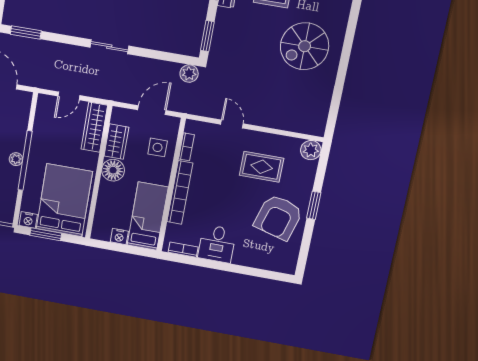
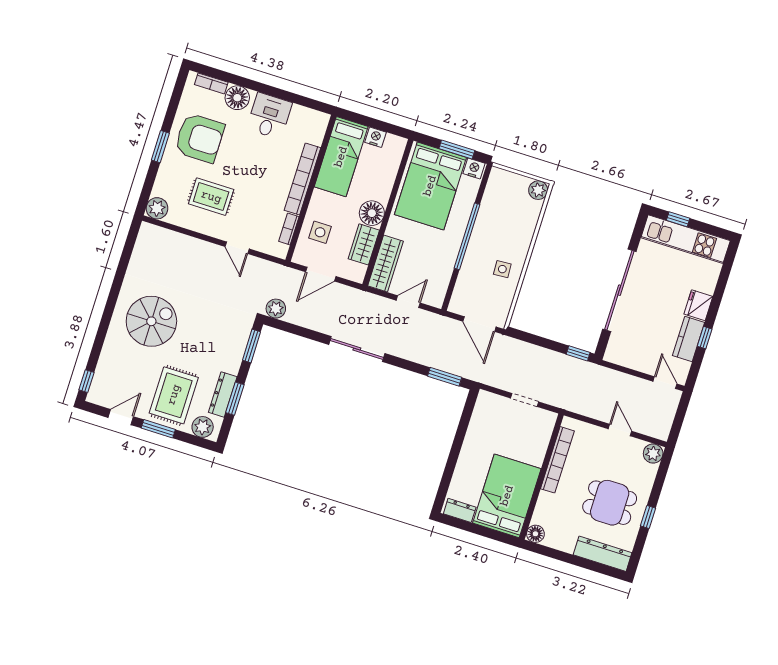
sliding door: (109, 47) -> (357, 349), width x1.37
plant: (16, 159) -> (477, 239), removed
armchair: (278, 217) -> (200, 138), turned 74
bookcase: (183, 250) -> (211, 83), moved
floor lamp: (248, 256) -> (237, 98), added

